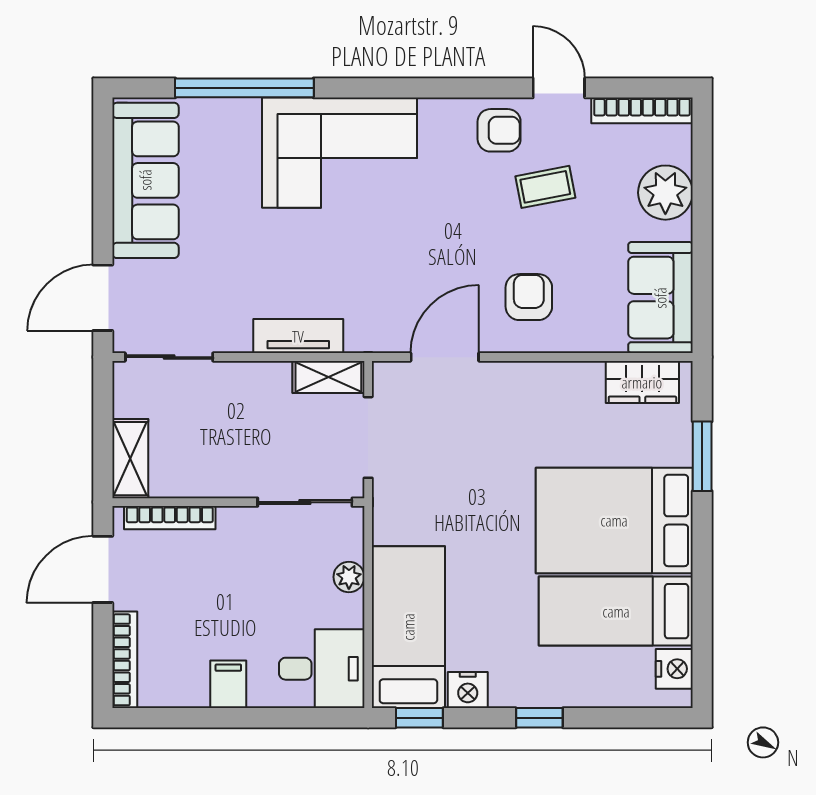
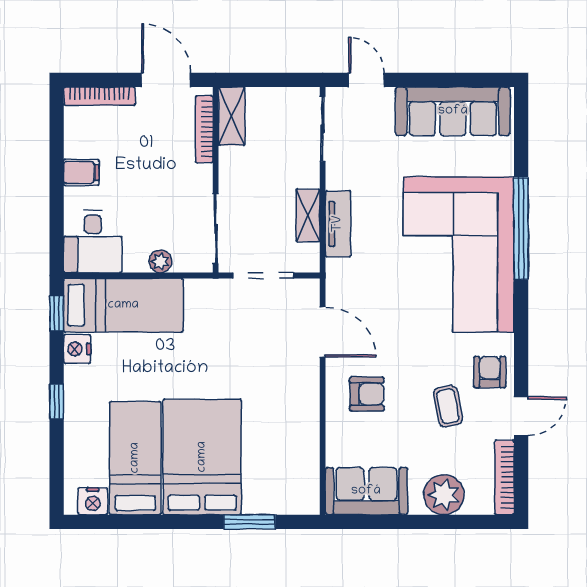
window: (244, 88) -> (521, 228), moved
armchair: (499, 130) -> (490, 372), turned 180
corner sofa: (340, 153) -> (459, 254), width x1.36, depth x1.36
door: (103, 298) -> (366, 80), width x0.73
shelving: (328, 377) -> (308, 216), moved
wardrobe: (642, 382) -> (304, 478), removed
shelving: (130, 459) -> (232, 116), moved, turned 90

